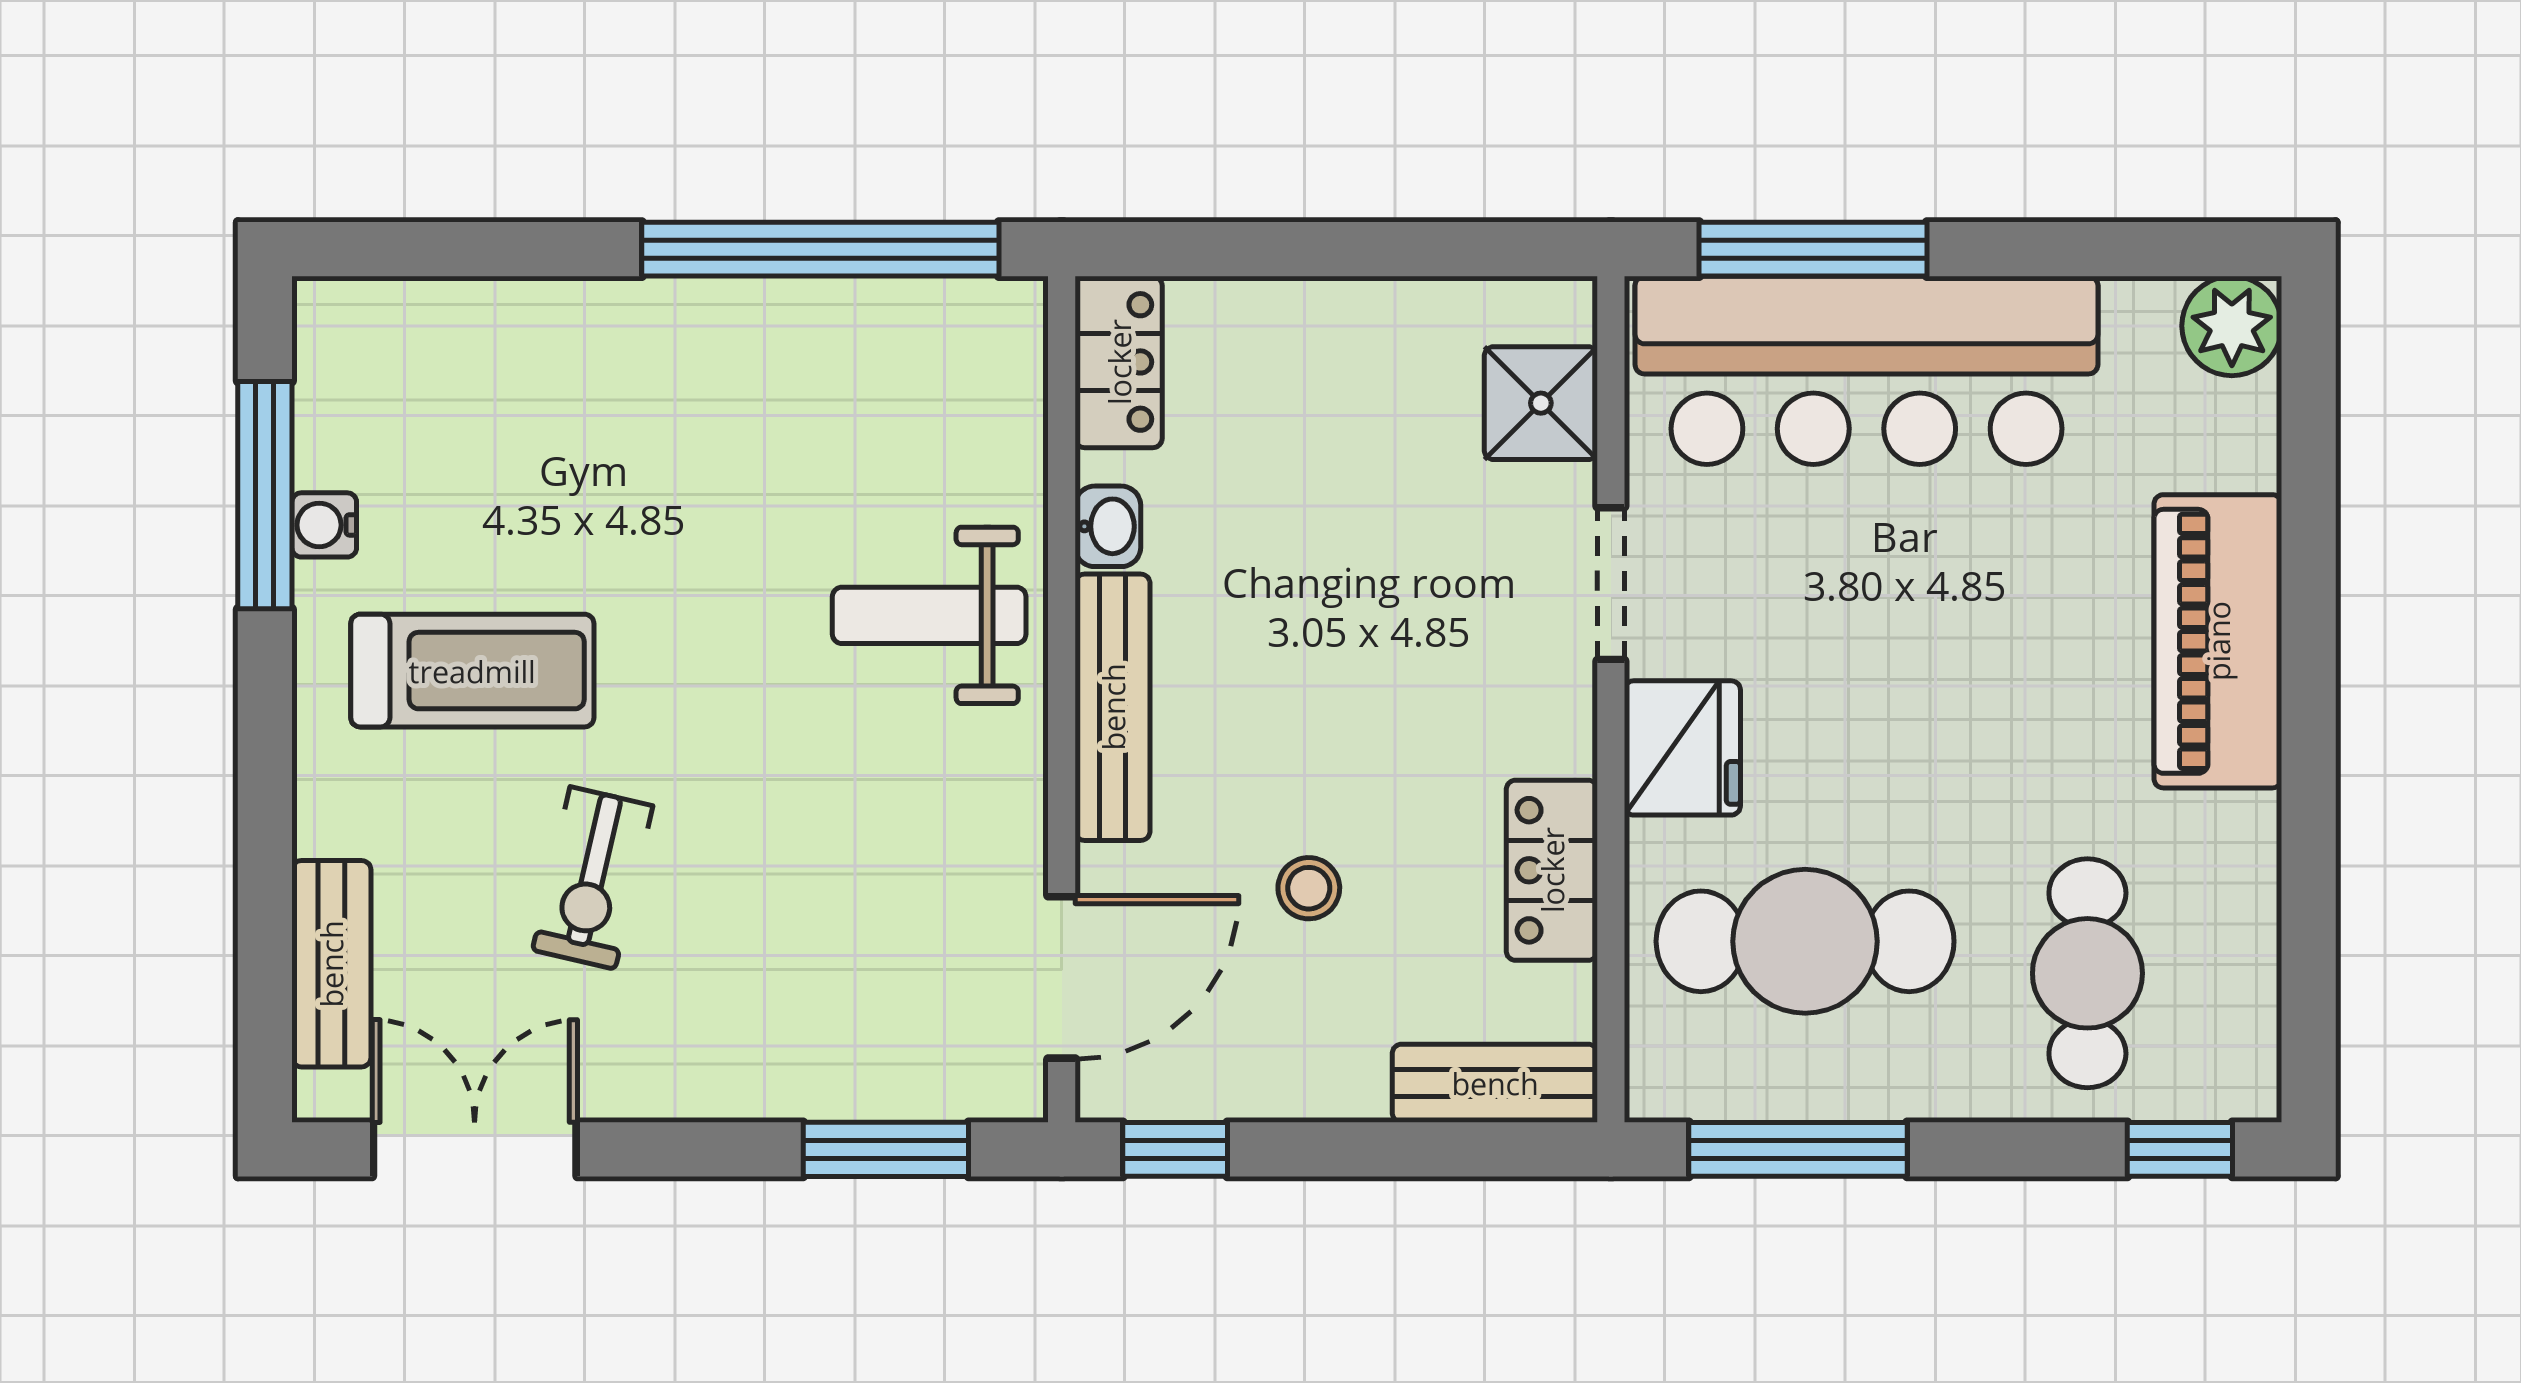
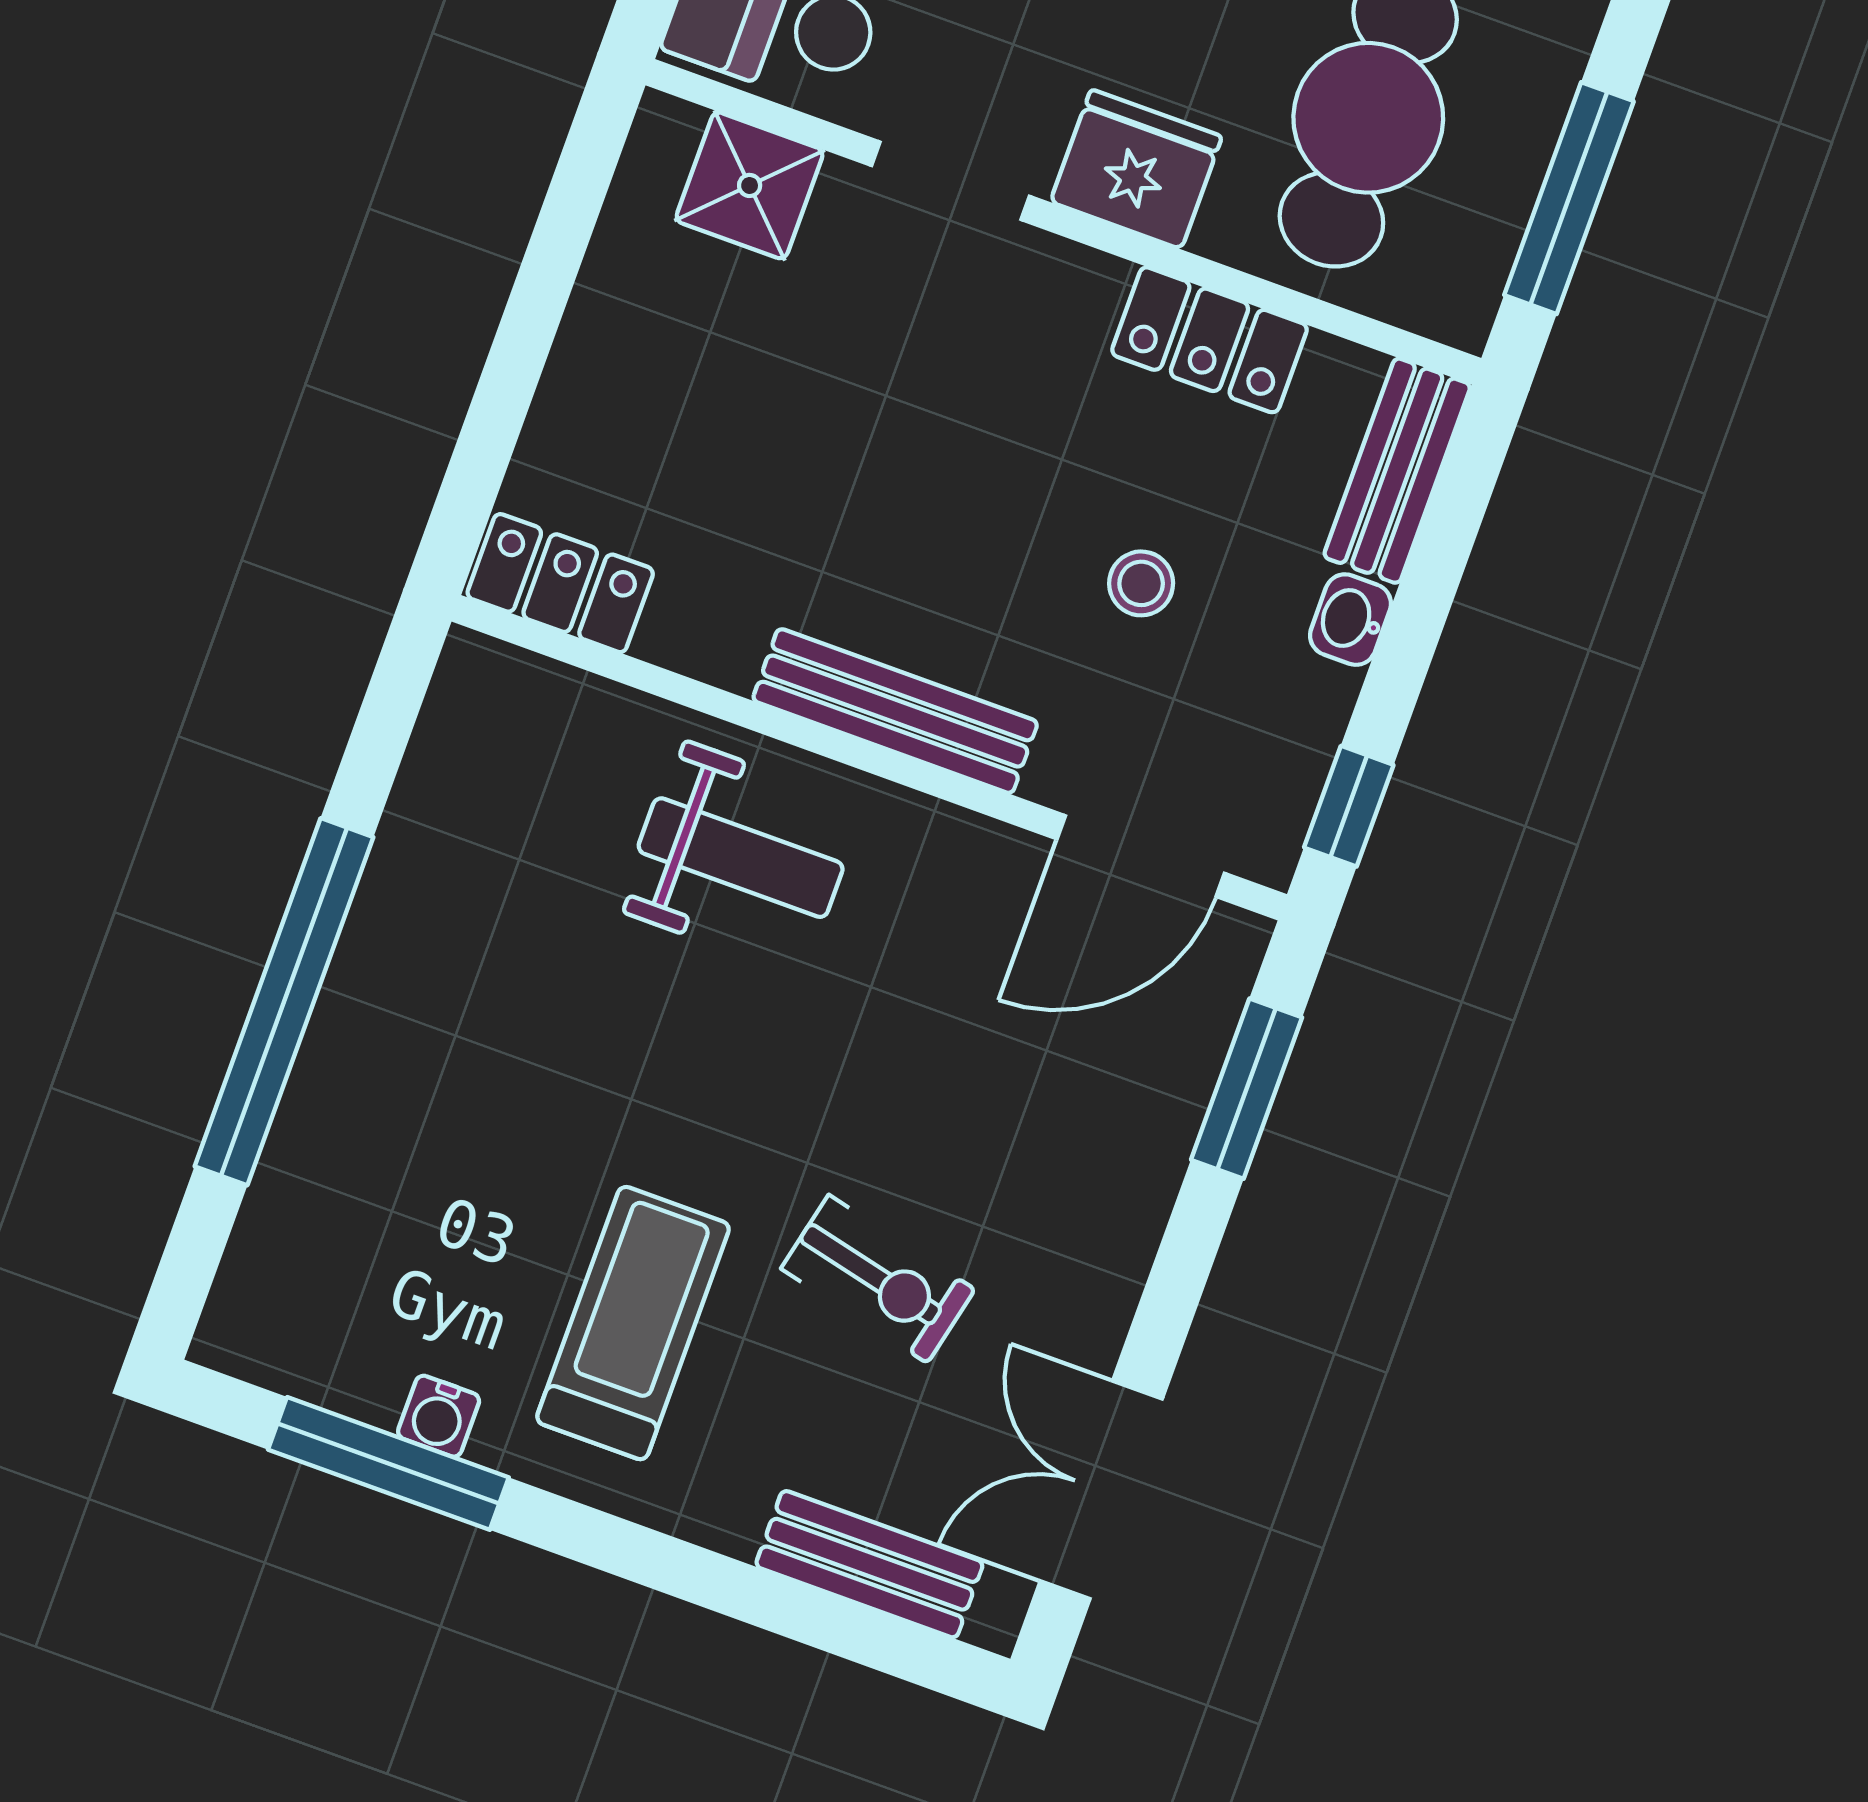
window: (820, 249) -> (284, 1002), moved
washbasin: (1108, 526) -> (1350, 620), moved, turned -90
weight bench: (929, 615) -> (741, 858), turned -90
door: (1062, 977) -> (1141, 856), swing flipped

